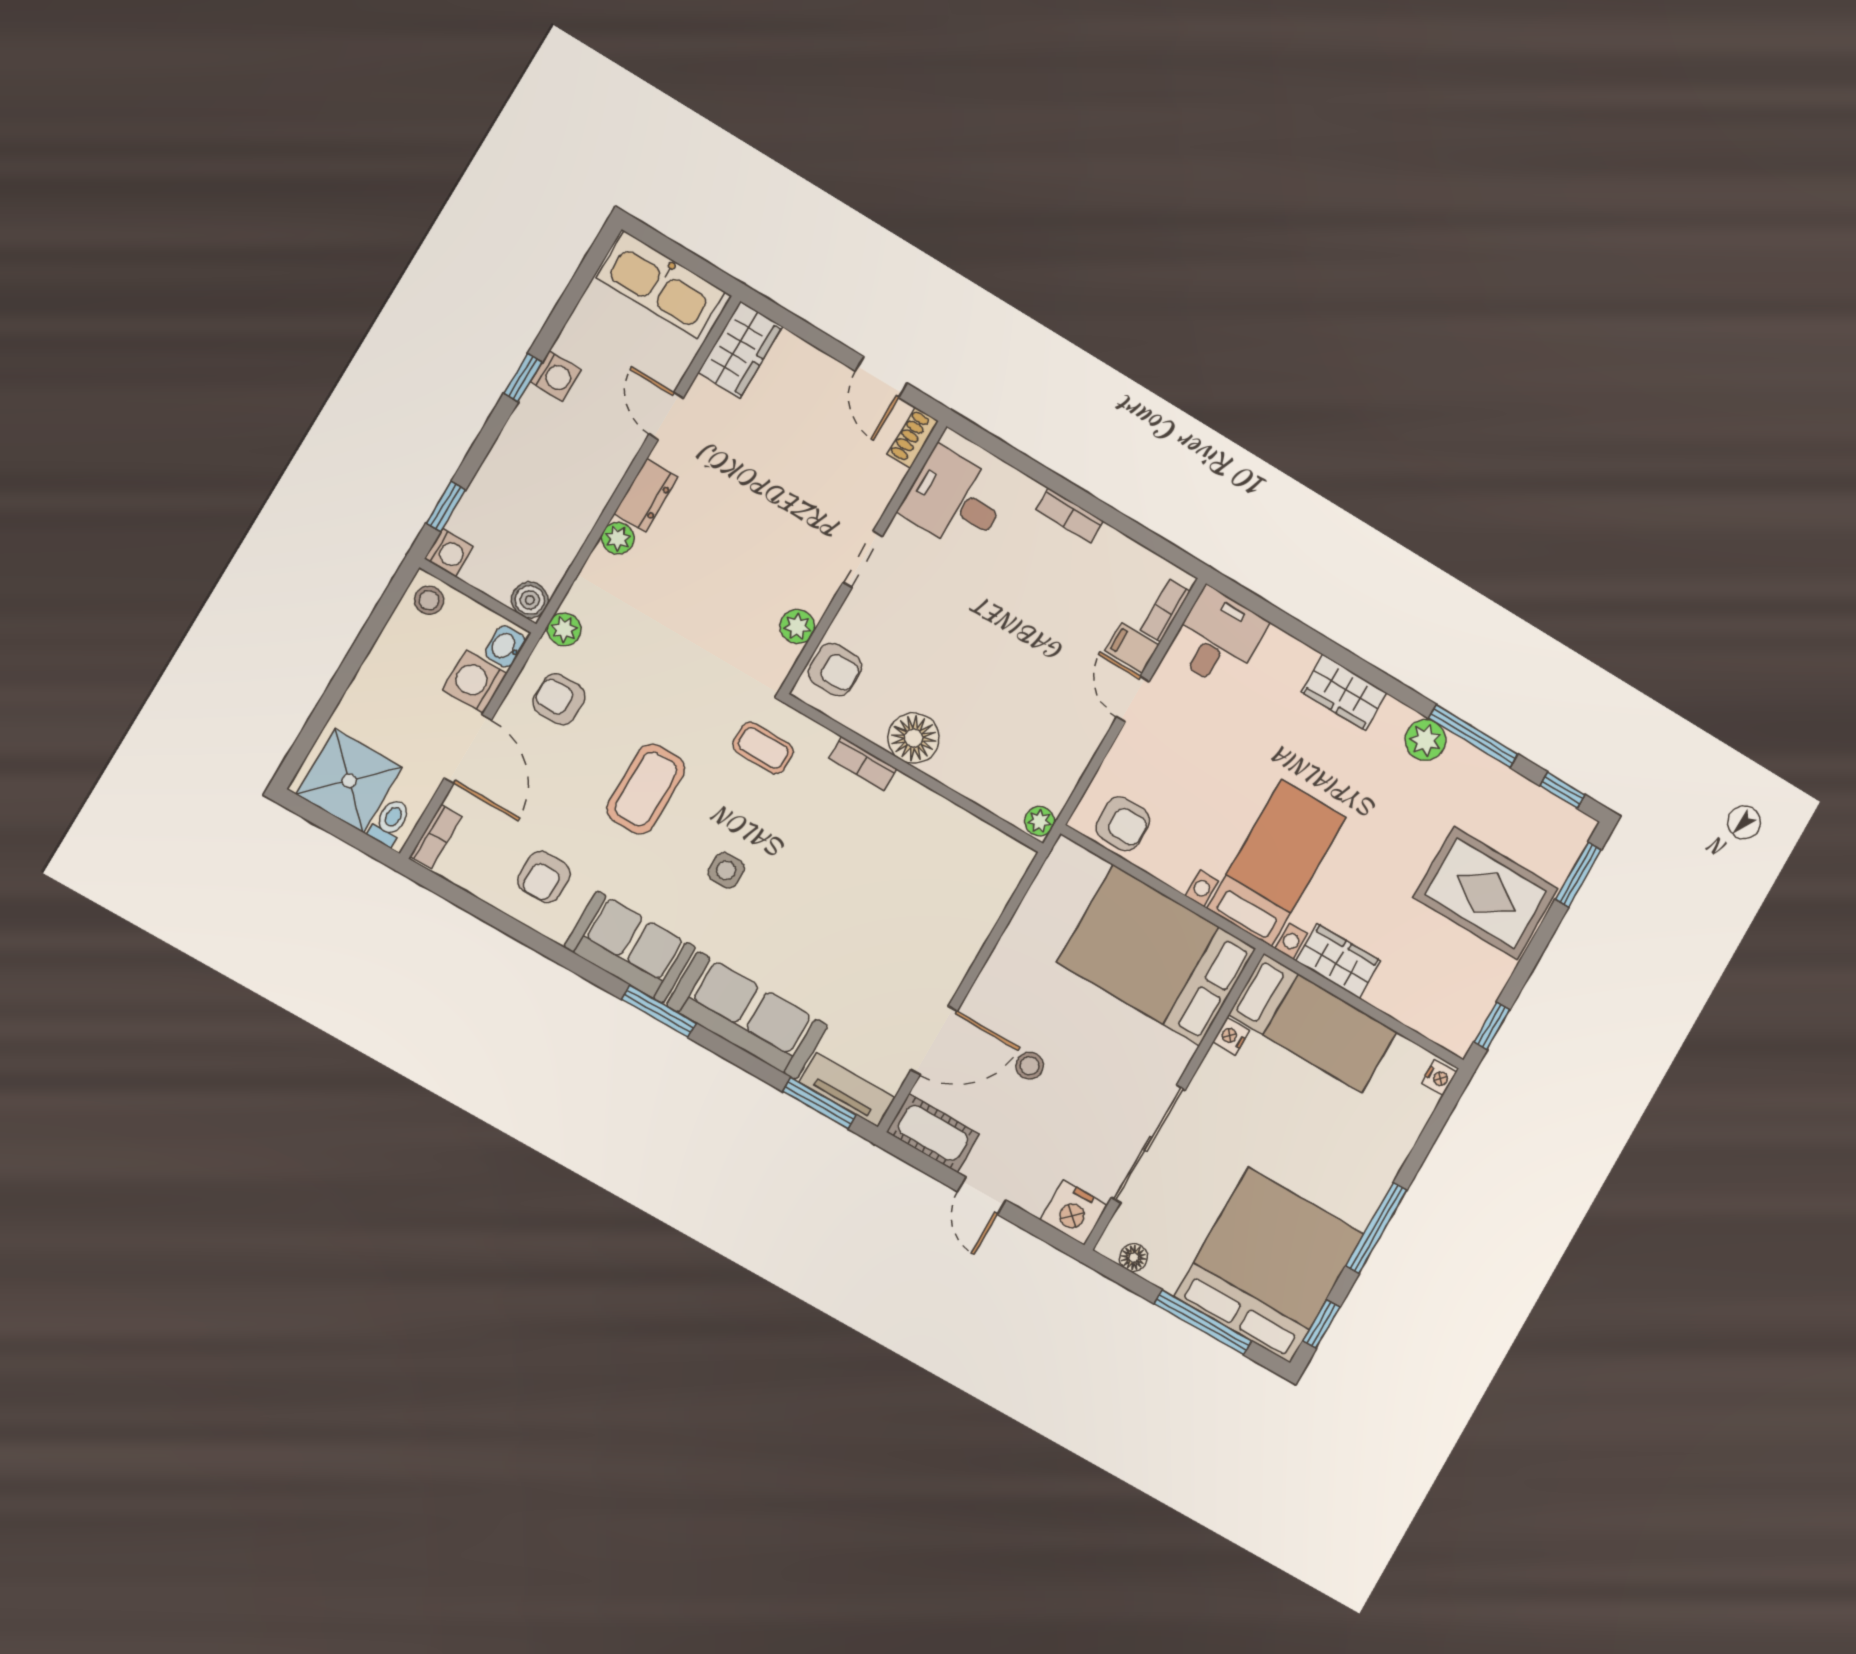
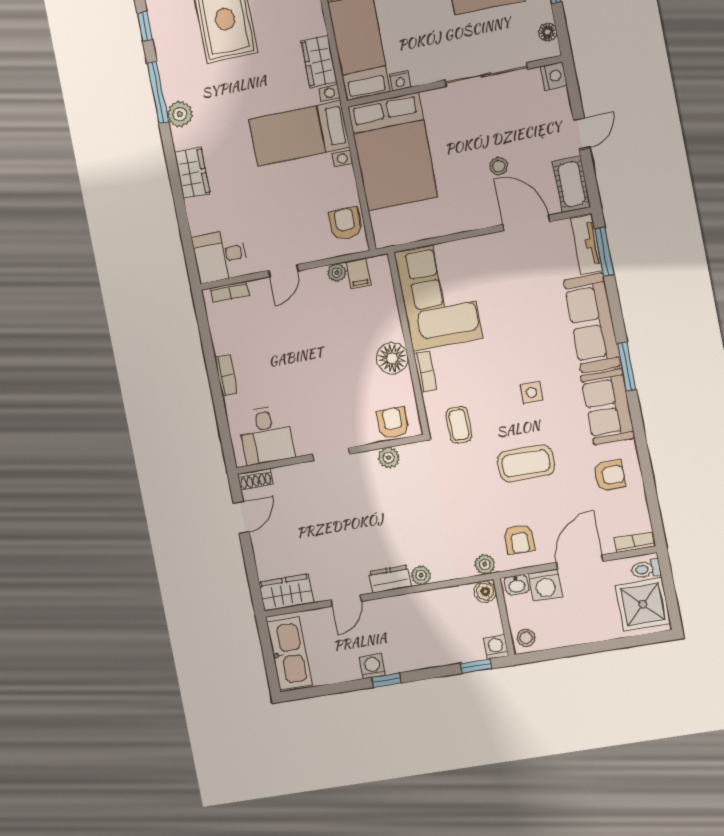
filing cabinet: (1132, 648) -> (359, 273), moved
plant: (1039, 821) -> (337, 273), moved
corner sofa: (940, 860) -> (438, 296), added
nightstand: (1074, 1213) -> (554, 76), width x0.74, depth x0.75

